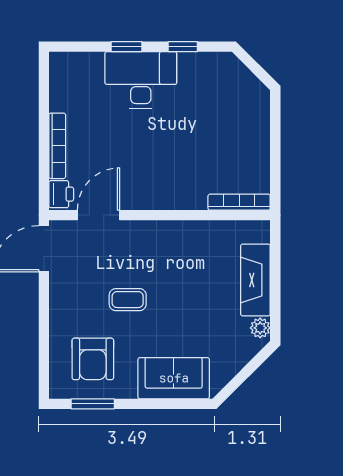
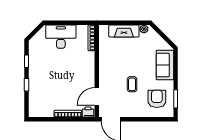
desk: (141, 80) -> (61, 37), moved, turned 90
door: (98, 215) -> (97, 96), hinge flipped
armchair: (93, 359) -> (157, 99), turned -90

